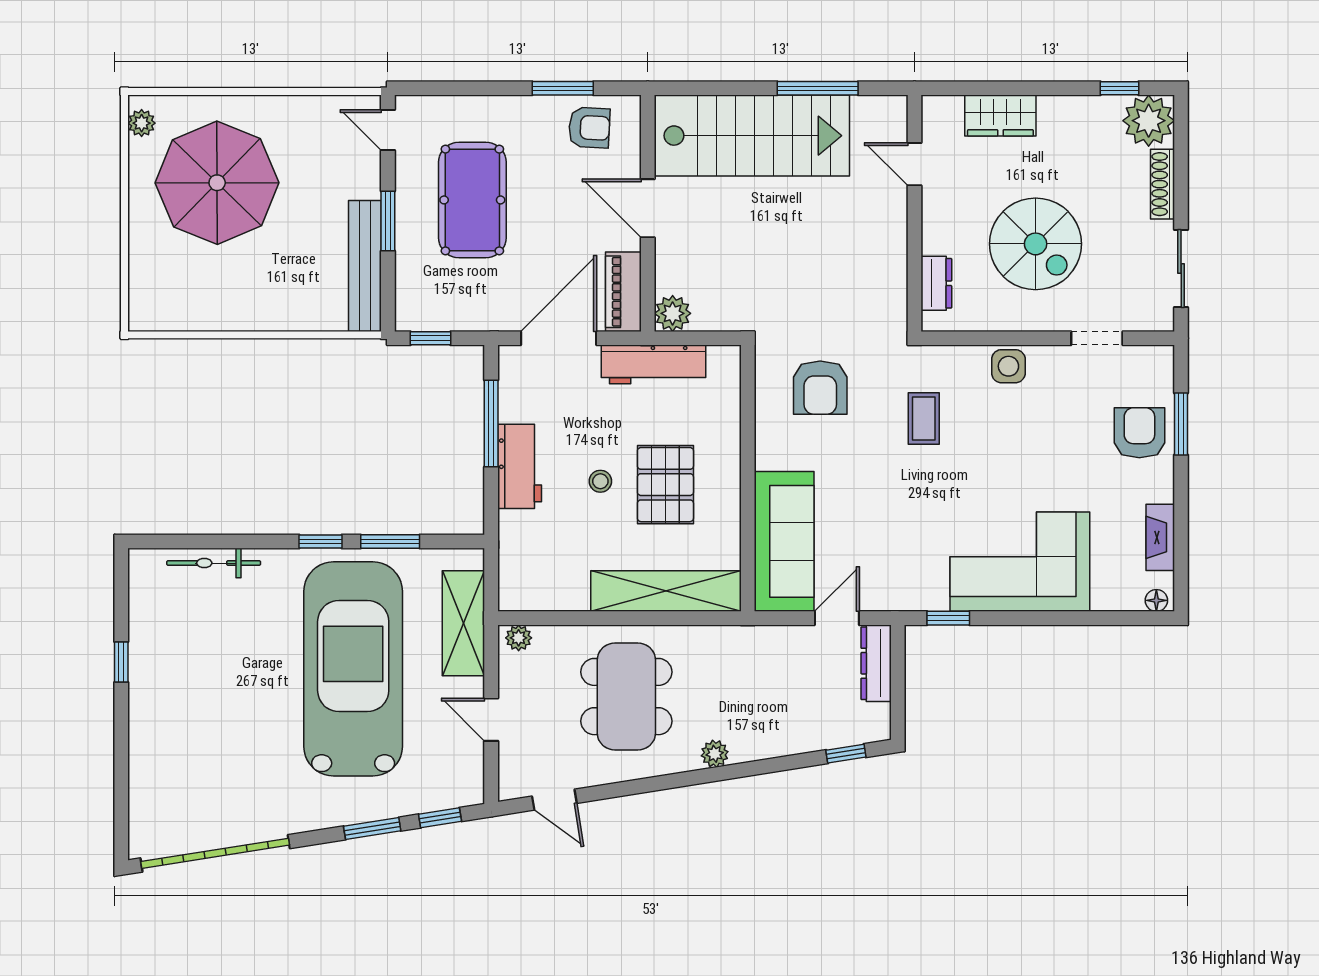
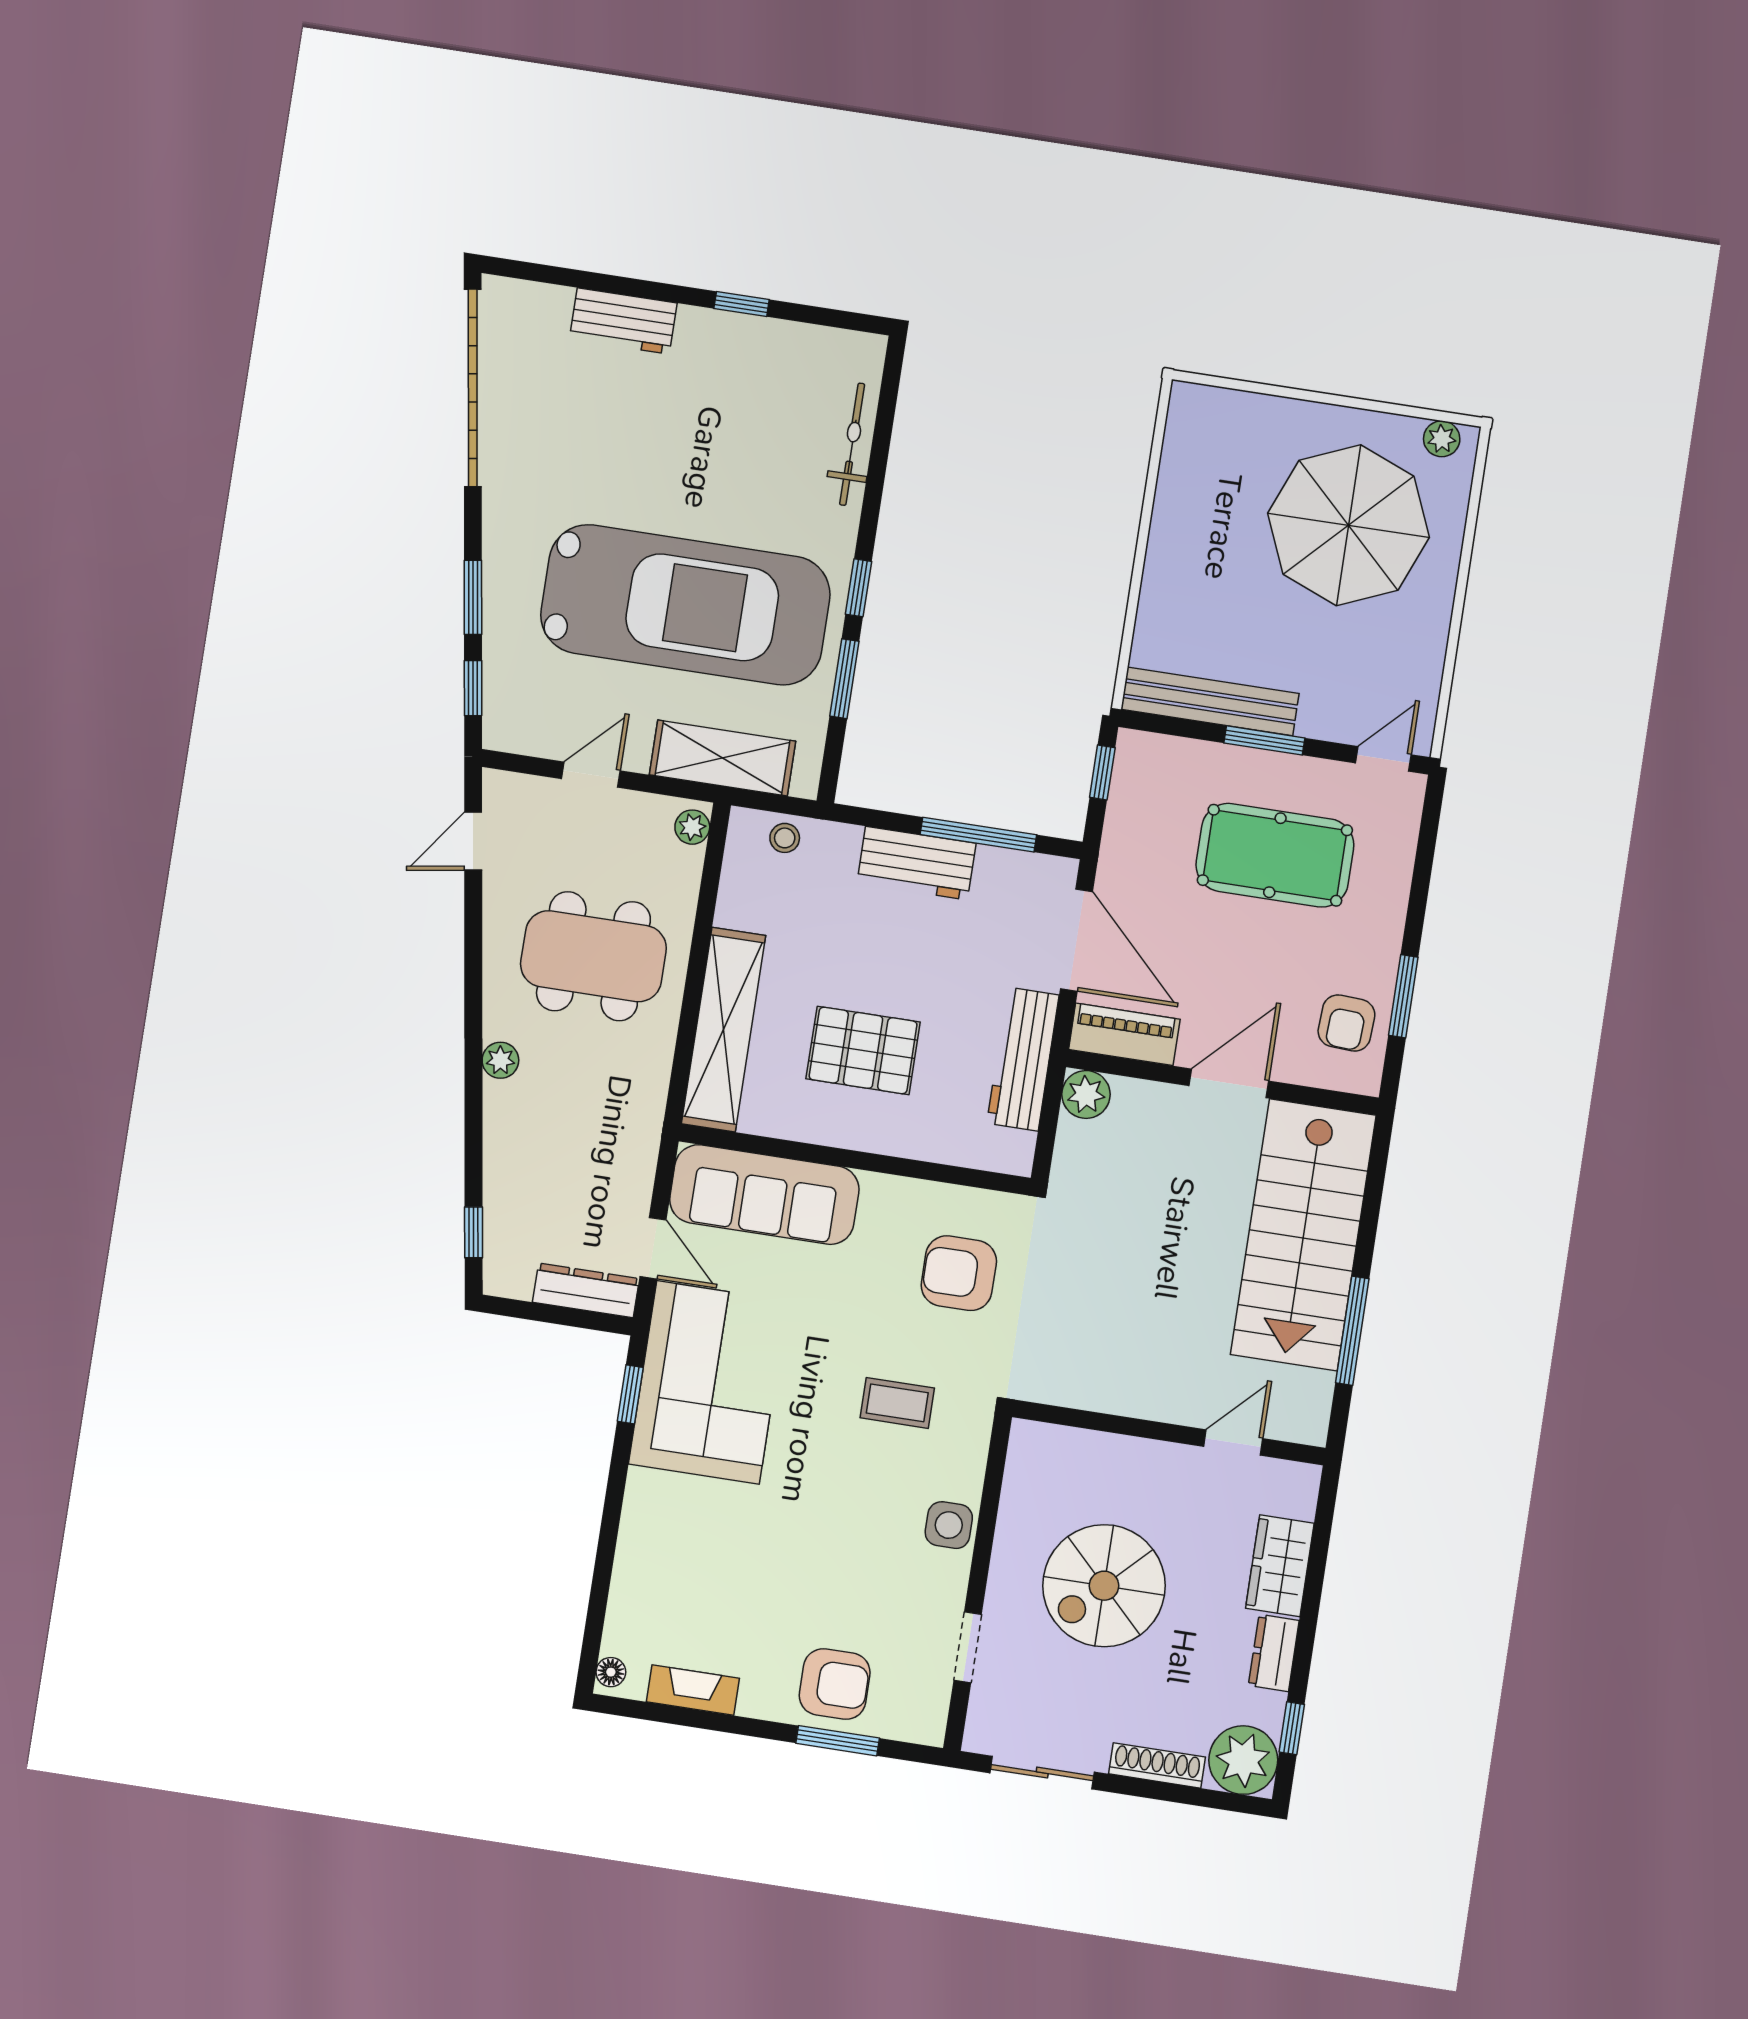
dresser: (936, 283) -> (1274, 1653), moved, turned 90
stool: (600, 481) -> (785, 838), moved
corner sofa: (1020, 562) -> (708, 1382), moved
workbench: (148, 748) -> (623, 321), added

